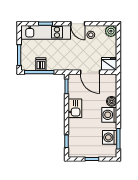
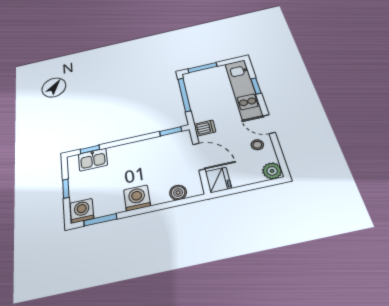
door: (78, 24) -> (269, 124), hinge flipped
dishwasher: (41, 64) -> (205, 128), moved
door: (90, 72) -> (199, 157), swing flipped
boiler: (112, 101) -> (178, 193), moved
kitchen sink: (75, 108) -> (93, 160), moved
washing machine: (110, 137) -> (82, 211), moved

